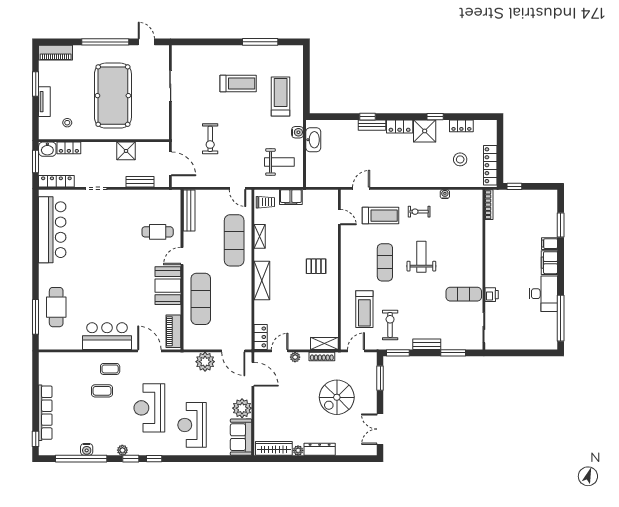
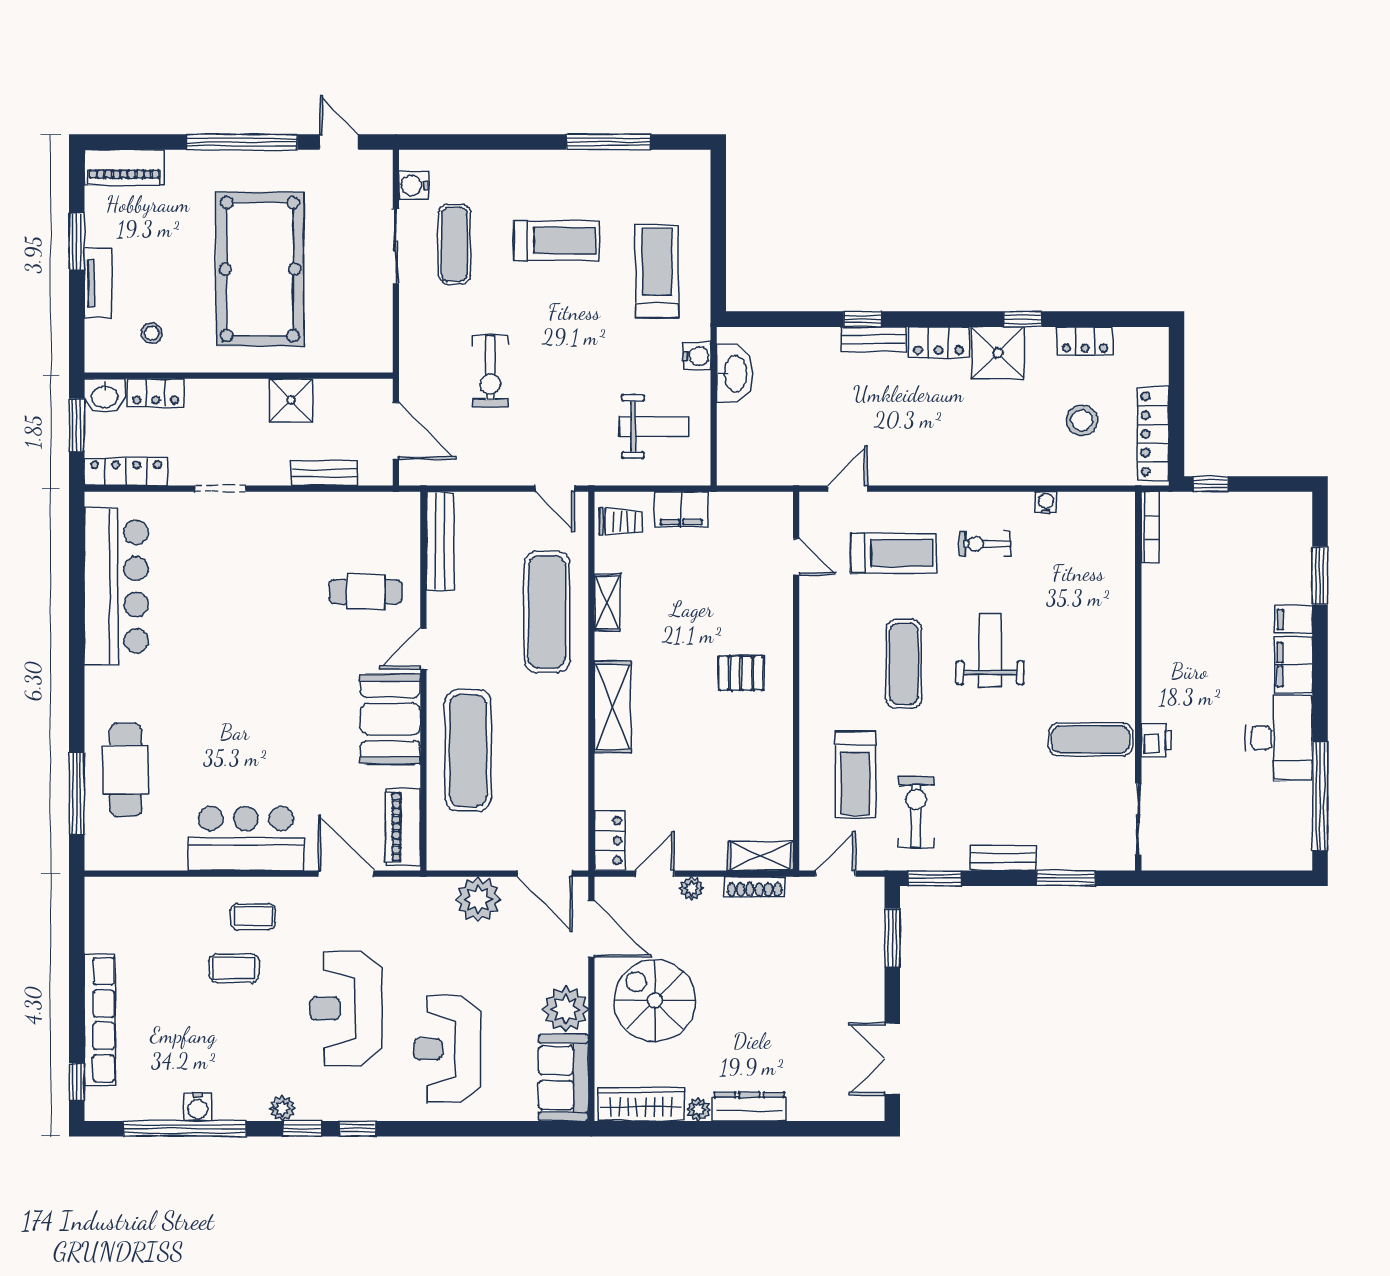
water cooler: (178, 60) -> (414, 185), added
exercise mat: (195, 85) -> (454, 244), added
spiral stairs: (337, 397) -> (655, 1001), moved, turned 90

